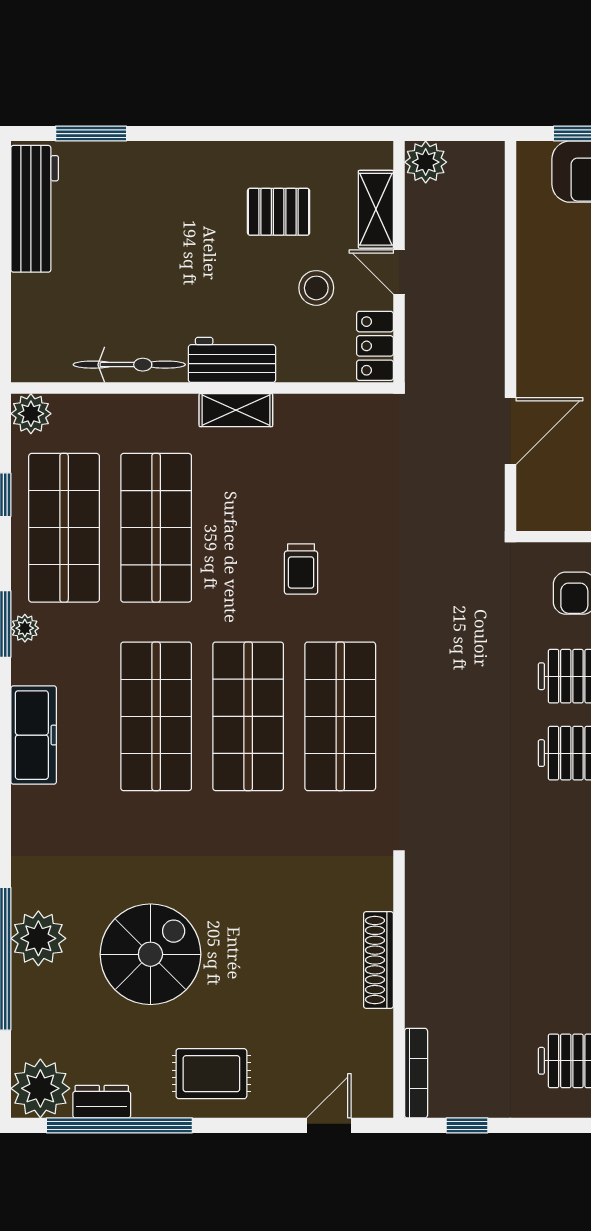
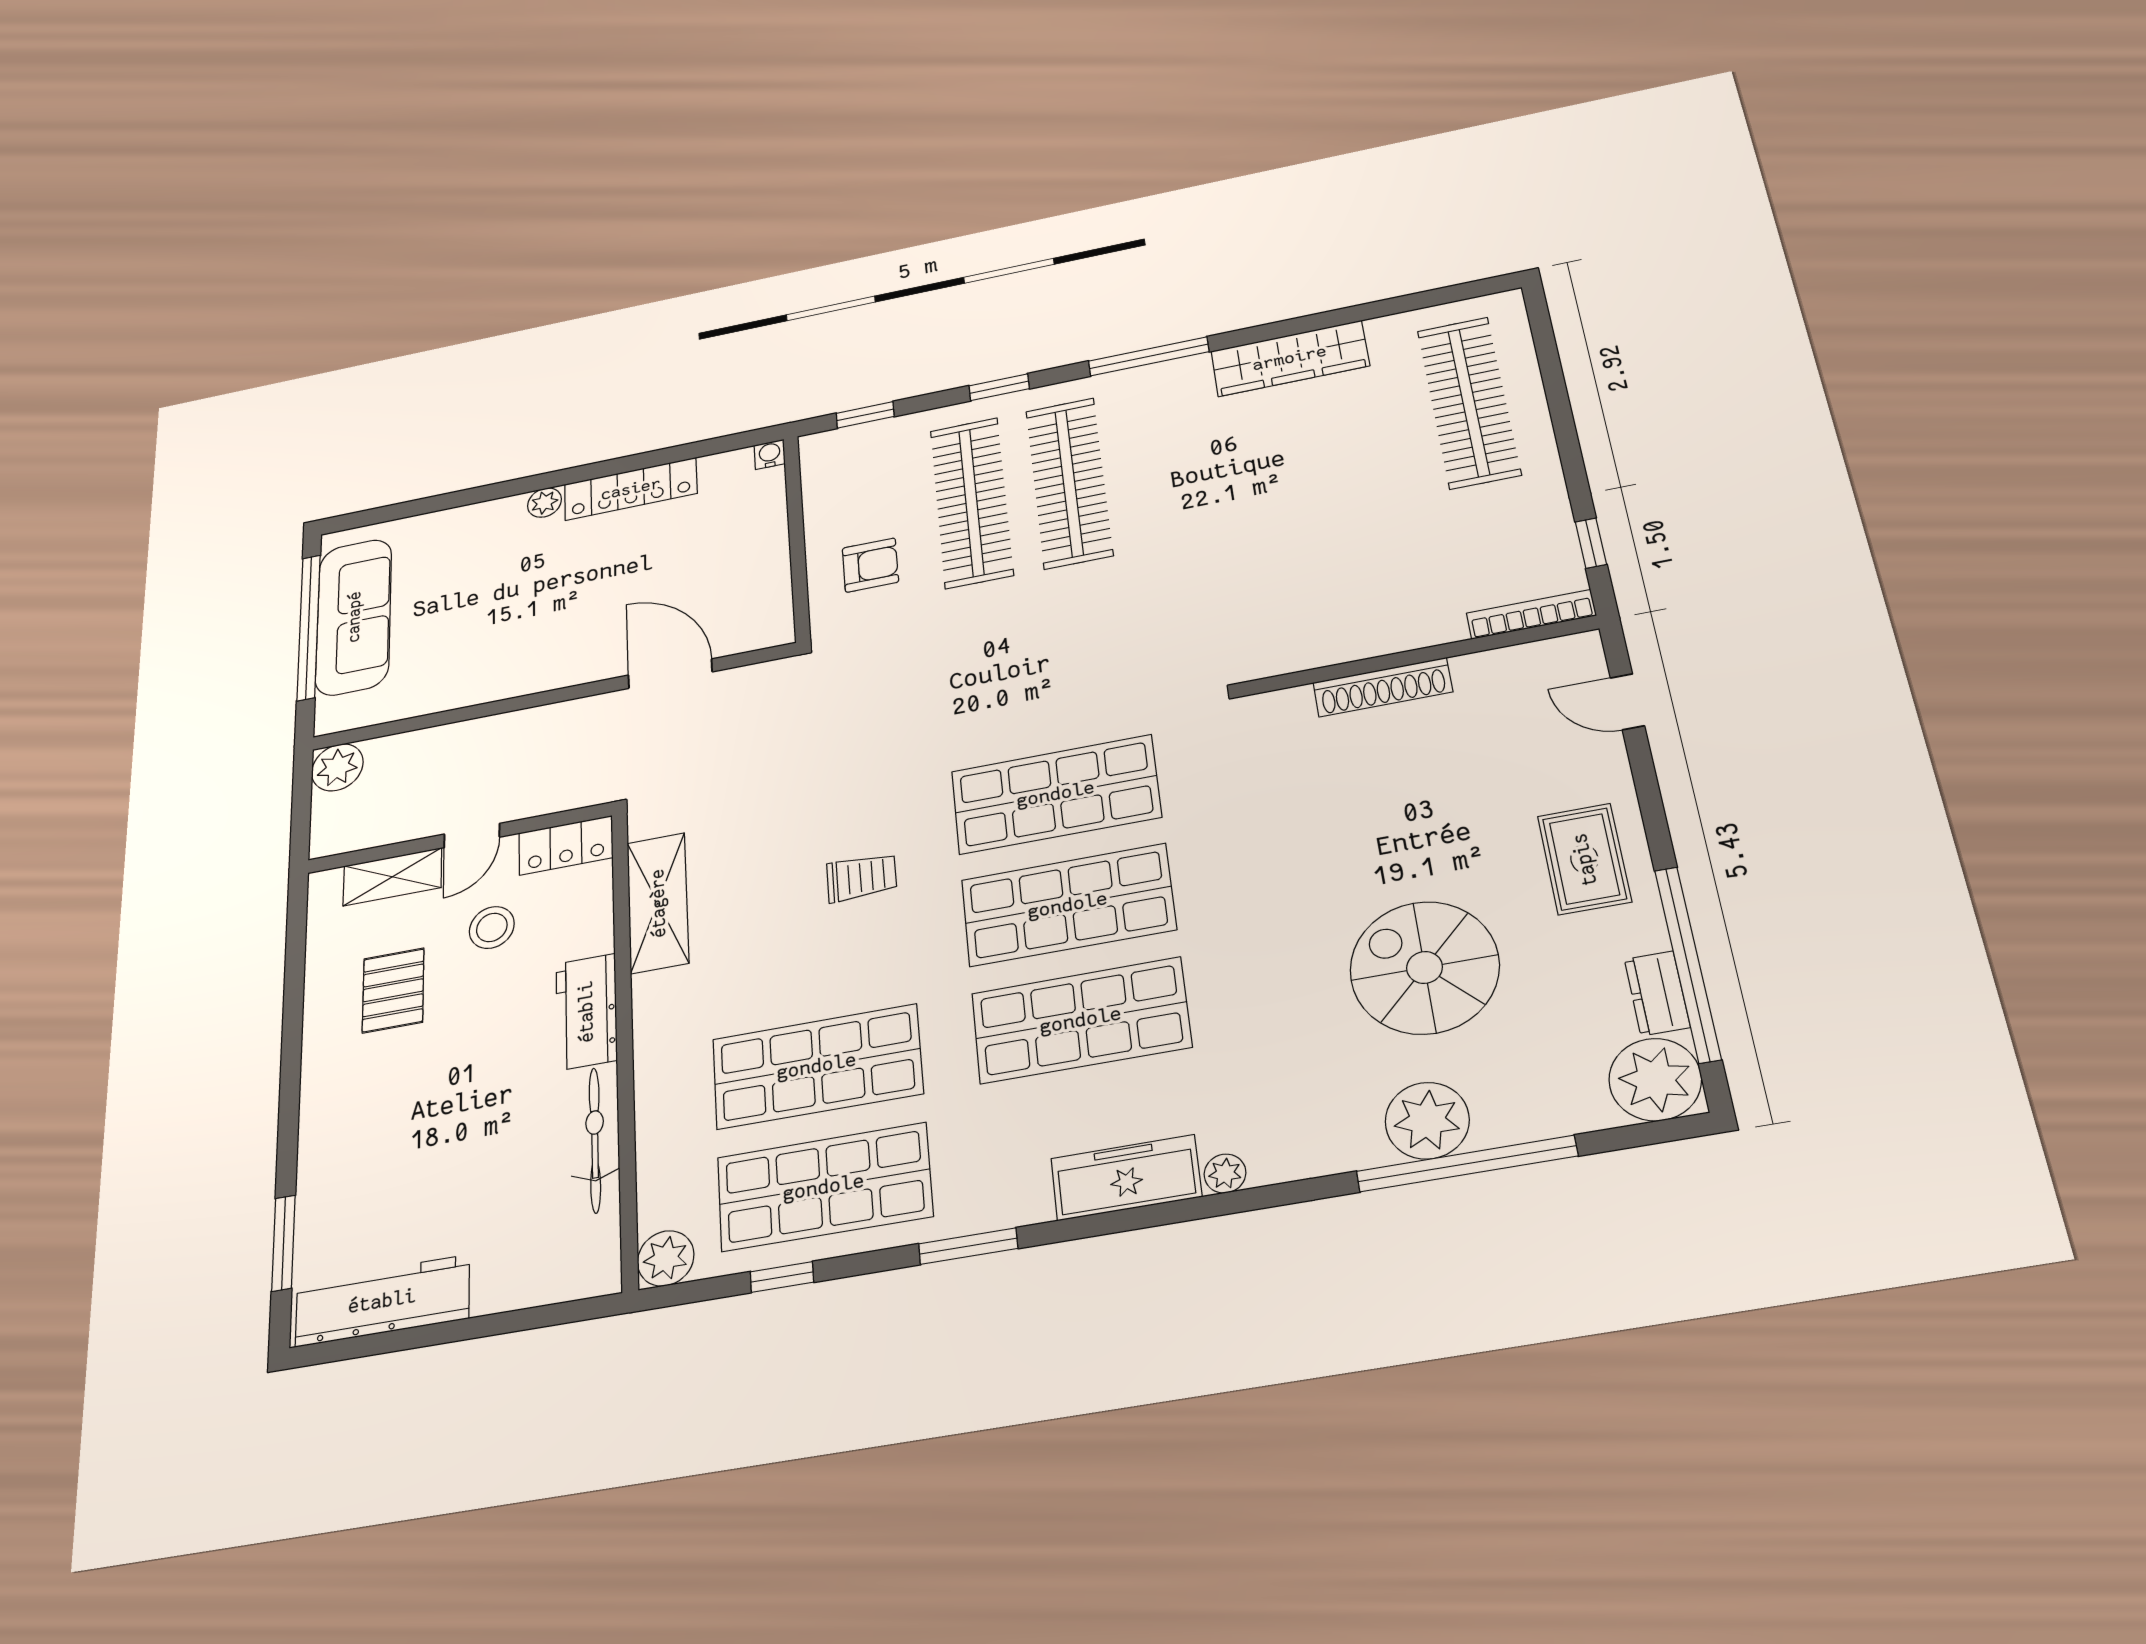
plant: (426, 162) -> (337, 767), moved
shelving: (236, 410) -> (658, 903), moved, width x1.50, depth x1.33
plant: (25, 628) -> (1225, 1174), moved

